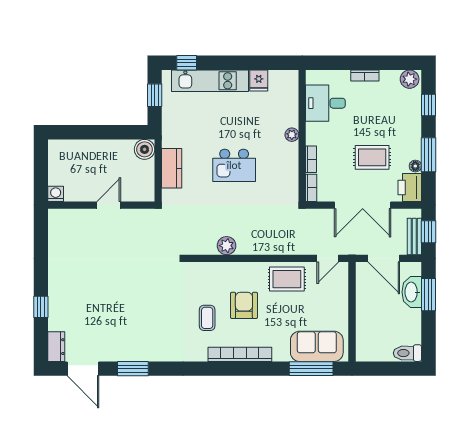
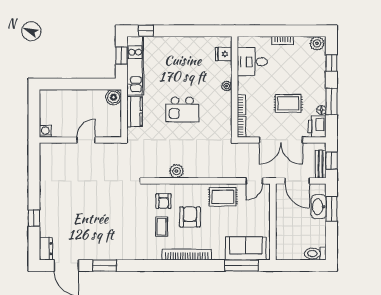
kitchen unit: (210, 81) -> (135, 66), moved, turned -90
fridge: (259, 81) -> (224, 54), moved, turned 90
armchair: (210, 285) -> (163, 201), added

